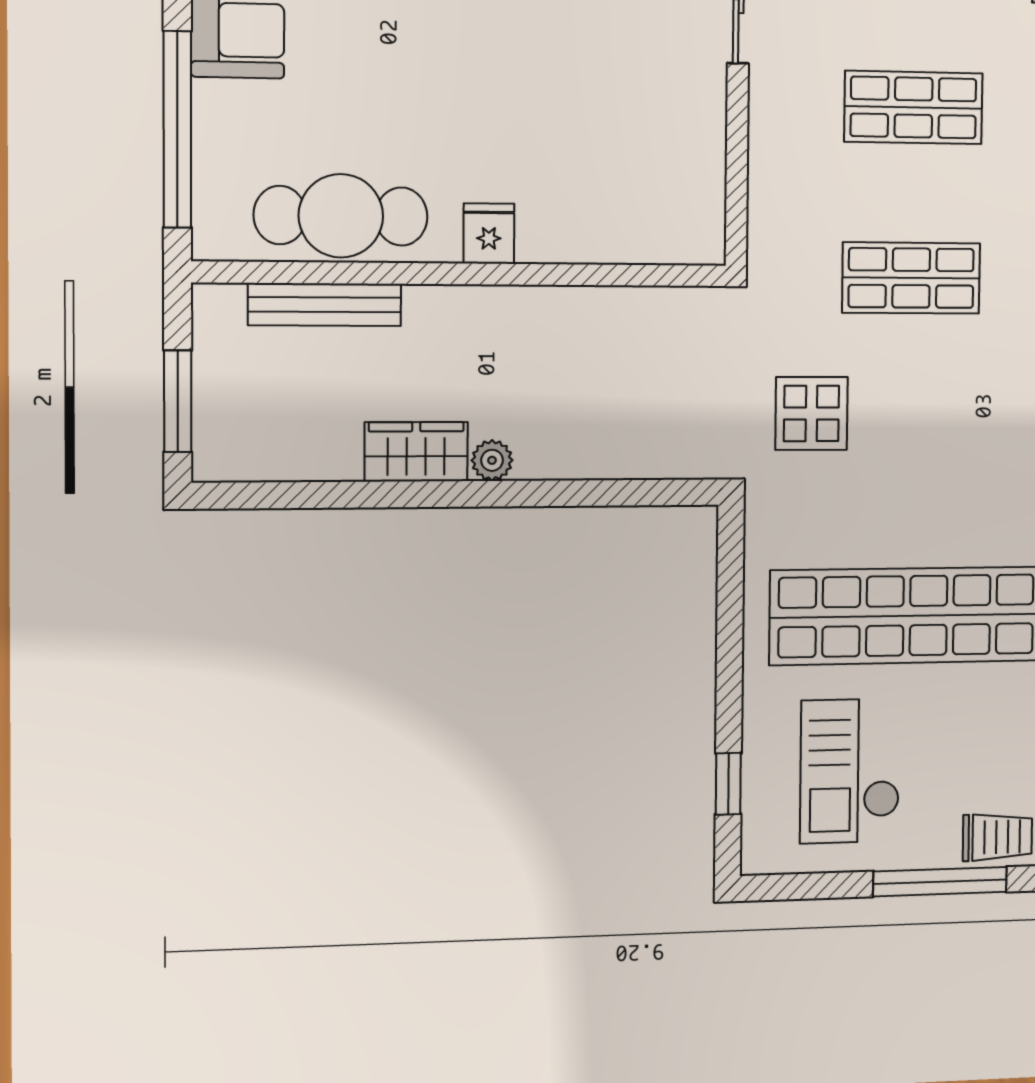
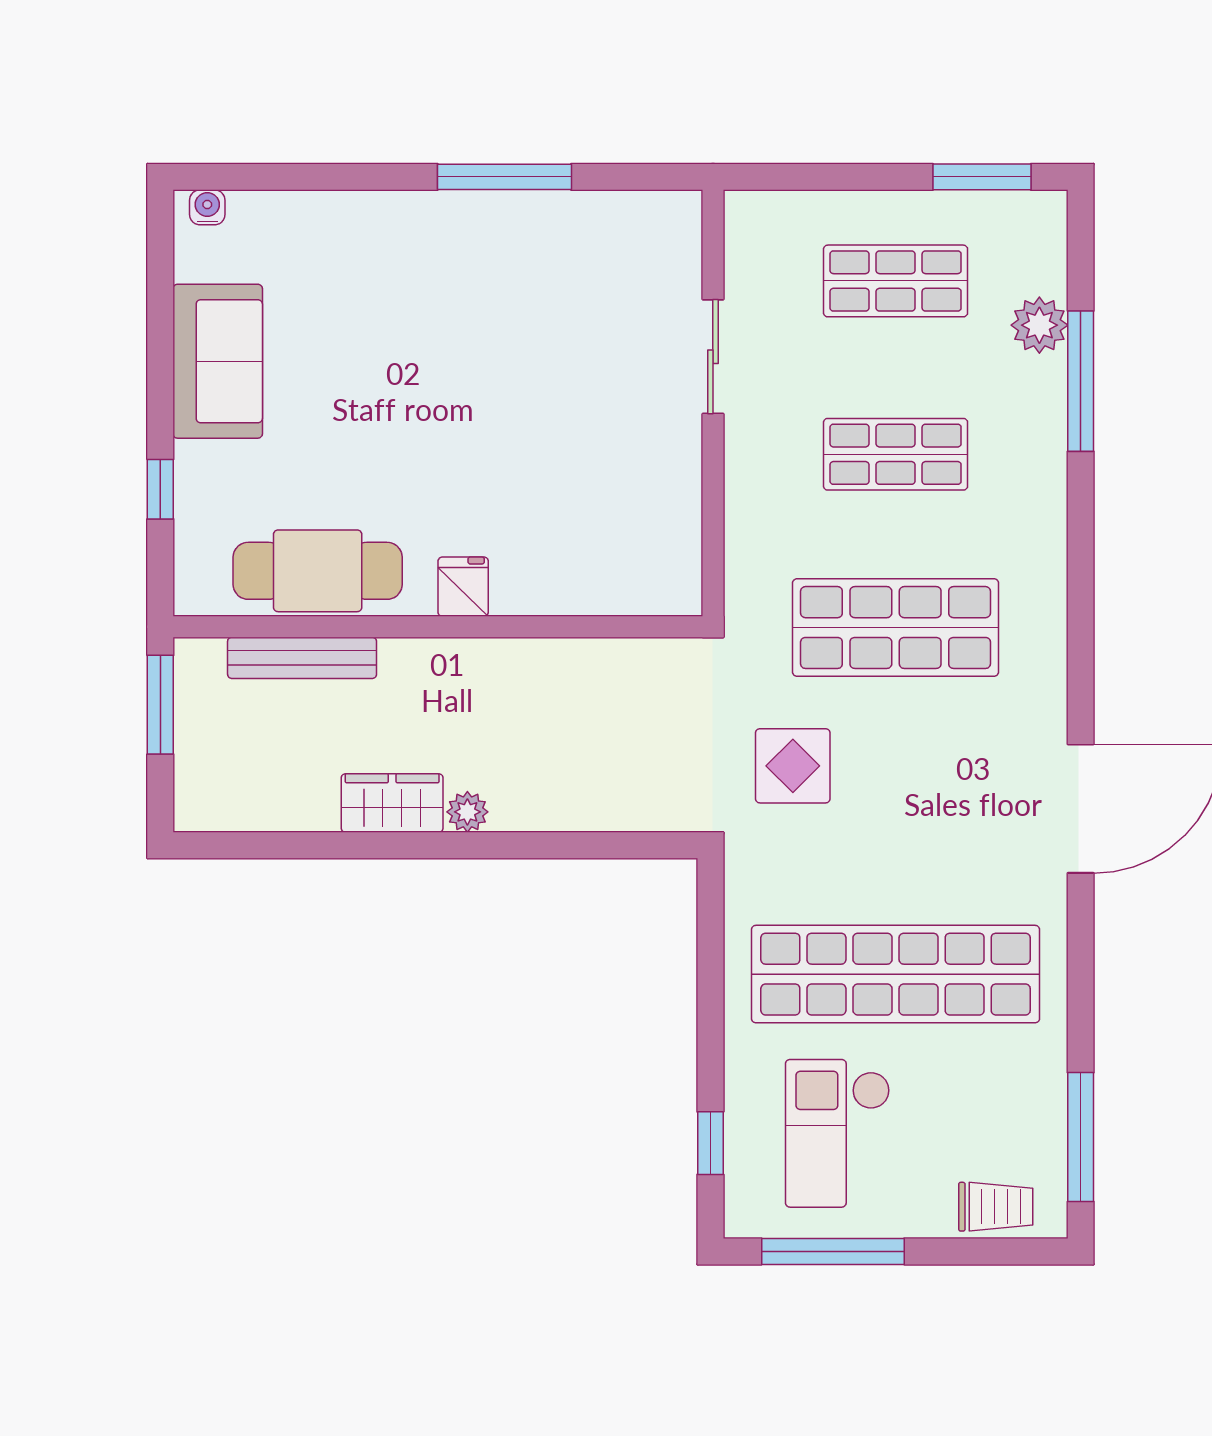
window: (177, 129) -> (160, 489), width x0.32
shop shelf: (911, 278) -> (896, 628), width x1.43, depth x1.36
window: (178, 401) -> (160, 705), moved
window: (940, 882) -> (833, 1251), moved

